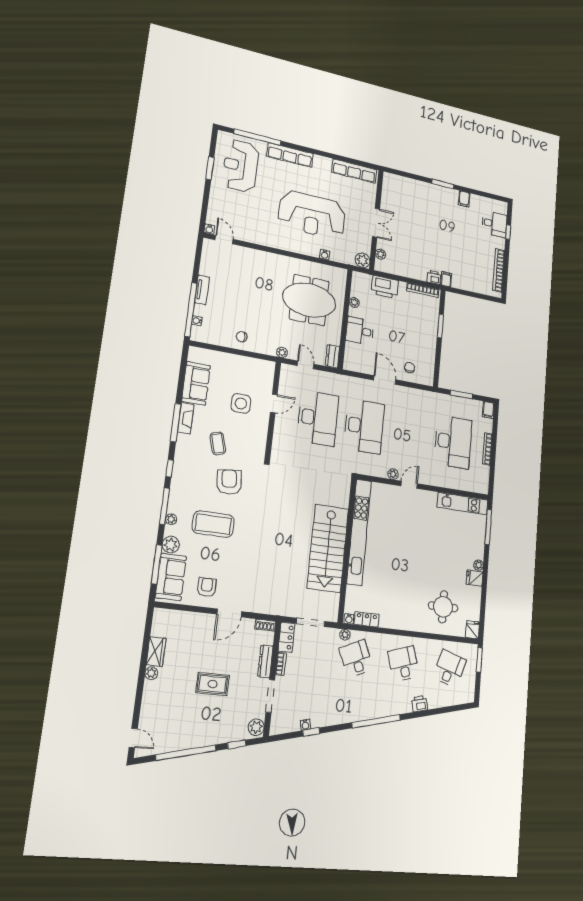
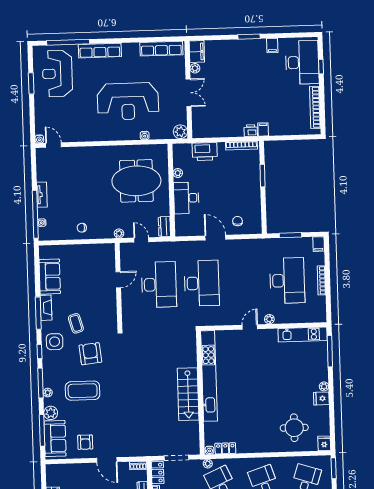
filing cabinet: (390, 184) -> (197, 52), added
desk: (494, 224) -> (302, 62), width x1.87, depth x1.30
plant: (381, 254) -> (195, 68), moved
desk: (360, 331) -> (186, 198), width x1.37
side table: (241, 403) -> (55, 342), moved
plant: (393, 474) -> (269, 319), moved
stairs: (328, 548) -> (188, 394), width x0.73, depth x0.66
armchair: (207, 587) -> (85, 442), turned 180
door: (229, 613) -> (107, 460), hinge flipped

